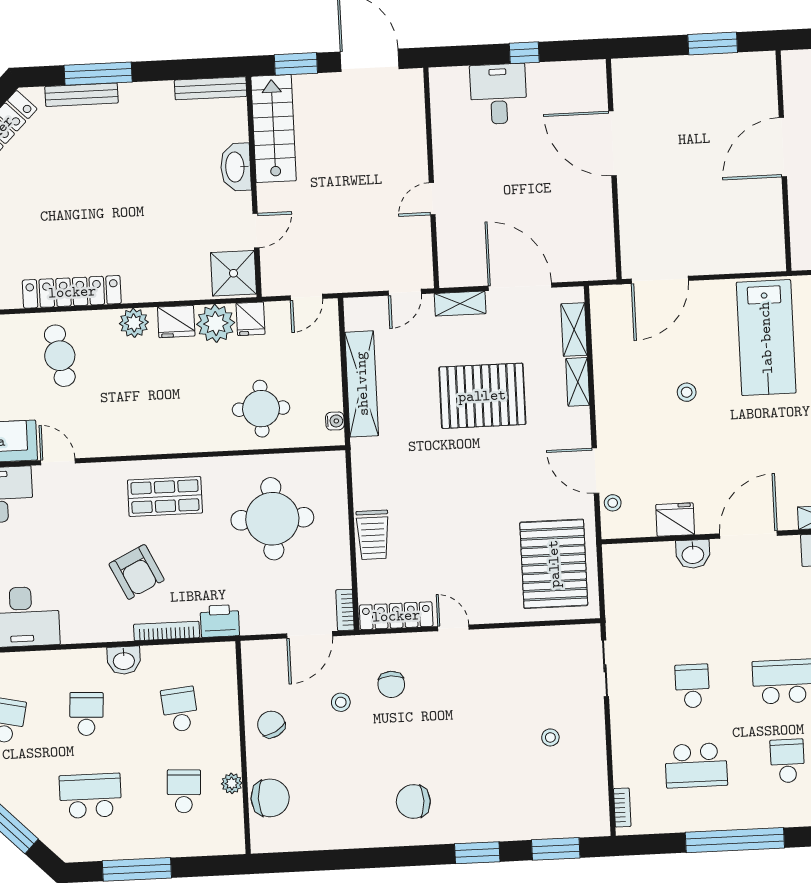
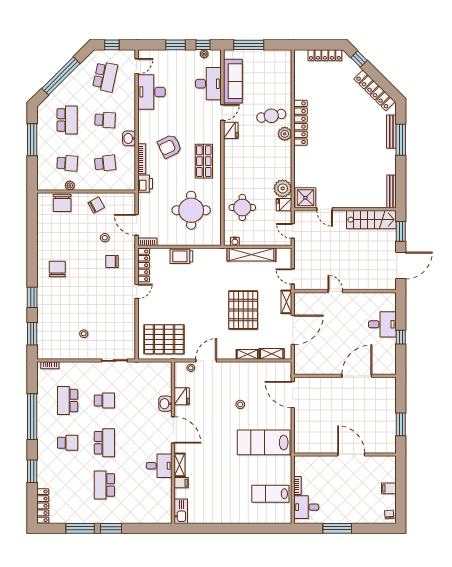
washbasin: (236, 167) -> (354, 201), removed
fridge: (176, 322) -> (231, 130), moved, turned 180
plant: (134, 323) -> (285, 134), moved

